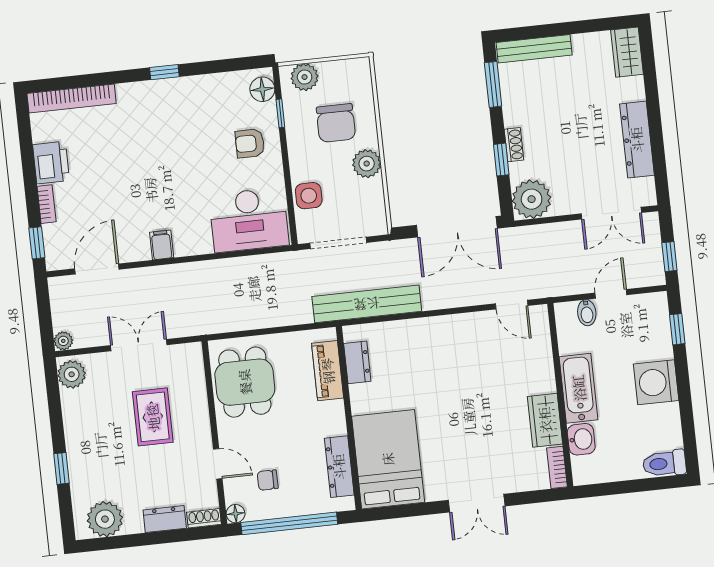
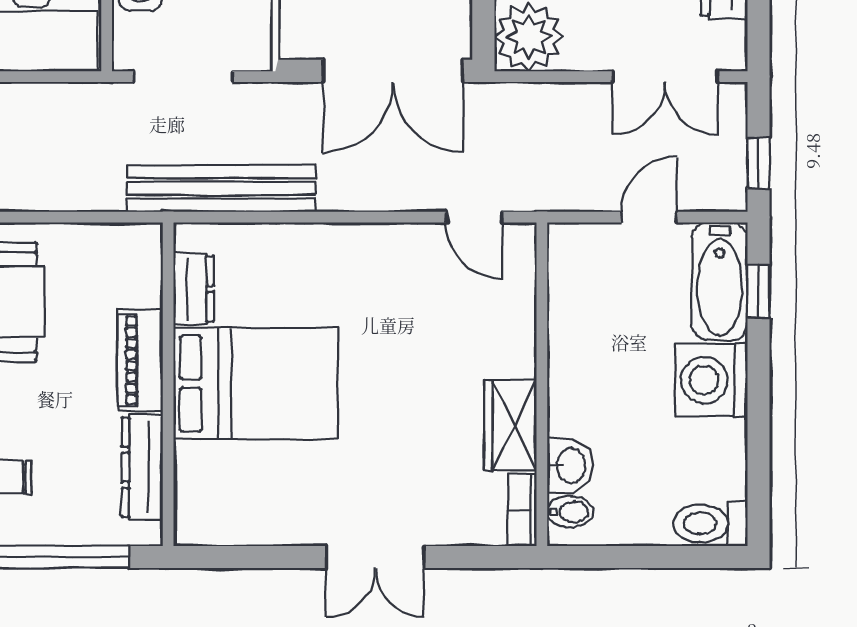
bidet: (587, 313) -> (570, 512), moved, turned -90
piano: (328, 371) -> (140, 360), moved
bathtub: (579, 388) -> (720, 281), moved, turned 180
bed: (388, 459) -> (256, 384), moved, turned 90

